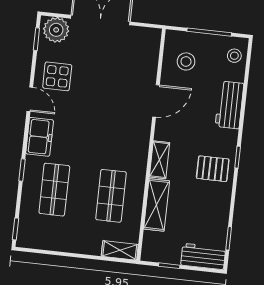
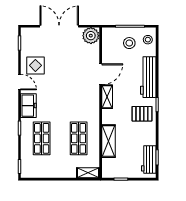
plant: (56, 30) -> (91, 36), moved
stool: (186, 61) -> (129, 43), moved
workbench: (230, 105) -> (148, 77), width x1.38
shelving: (160, 160) -> (107, 97), moved
workbench: (203, 256) -> (149, 160), moved, turned -90

